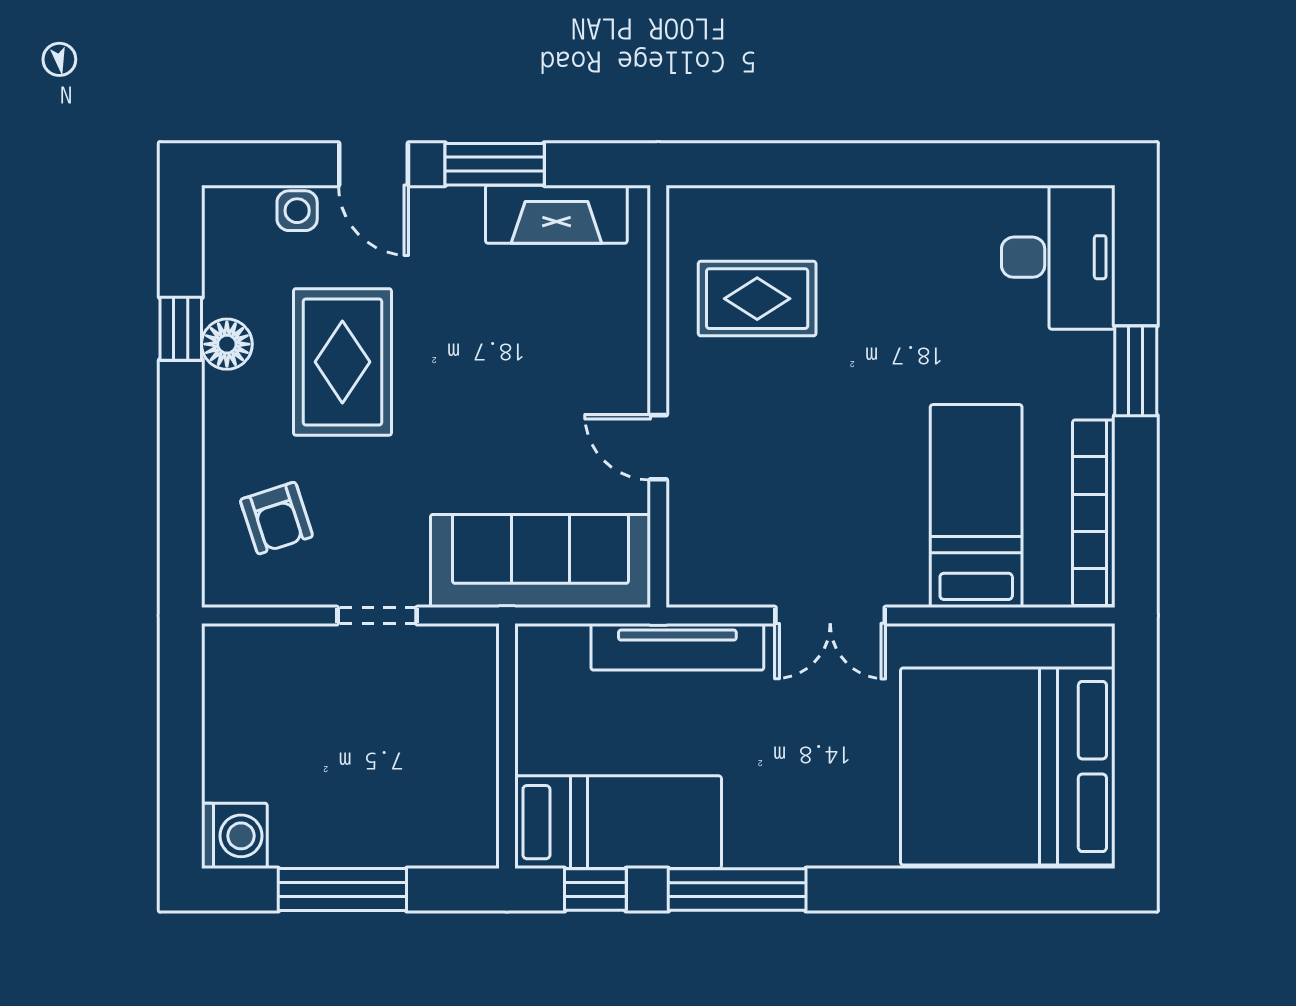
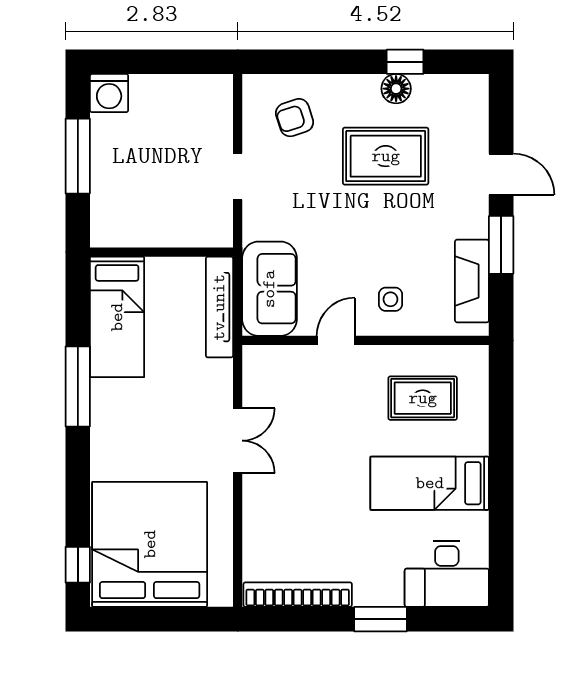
door: (373, 164) -> (501, 174), swing flipped
side table: (297, 211) -> (390, 299), moved
rug: (757, 299) -> (423, 398), turned 90
bed: (976, 506) -> (430, 483), moved, turned 180
sofa: (541, 561) -> (269, 289), width x0.73
double door: (830, 616) -> (238, 441), swing flipped
tv unit: (677, 647) -> (219, 307), moved
window: (595, 890) -> (78, 565), moved

